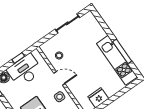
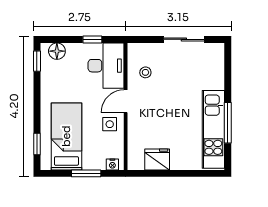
desk: (25, 70) -> (106, 66), moved, turned 90
door: (59, 78) -> (126, 101), swing flipped

